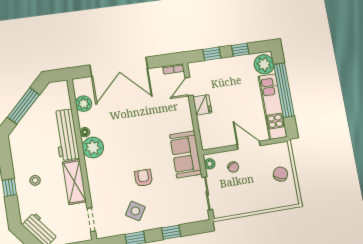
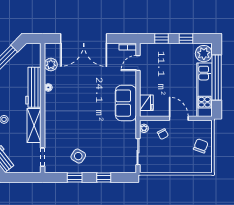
fridge: (202, 105) -> (146, 103), moved
plant: (93, 147) -> (53, 101), removed
sofa: (186, 154) -> (126, 103), moved
armchair: (144, 178) -> (89, 131), removed

